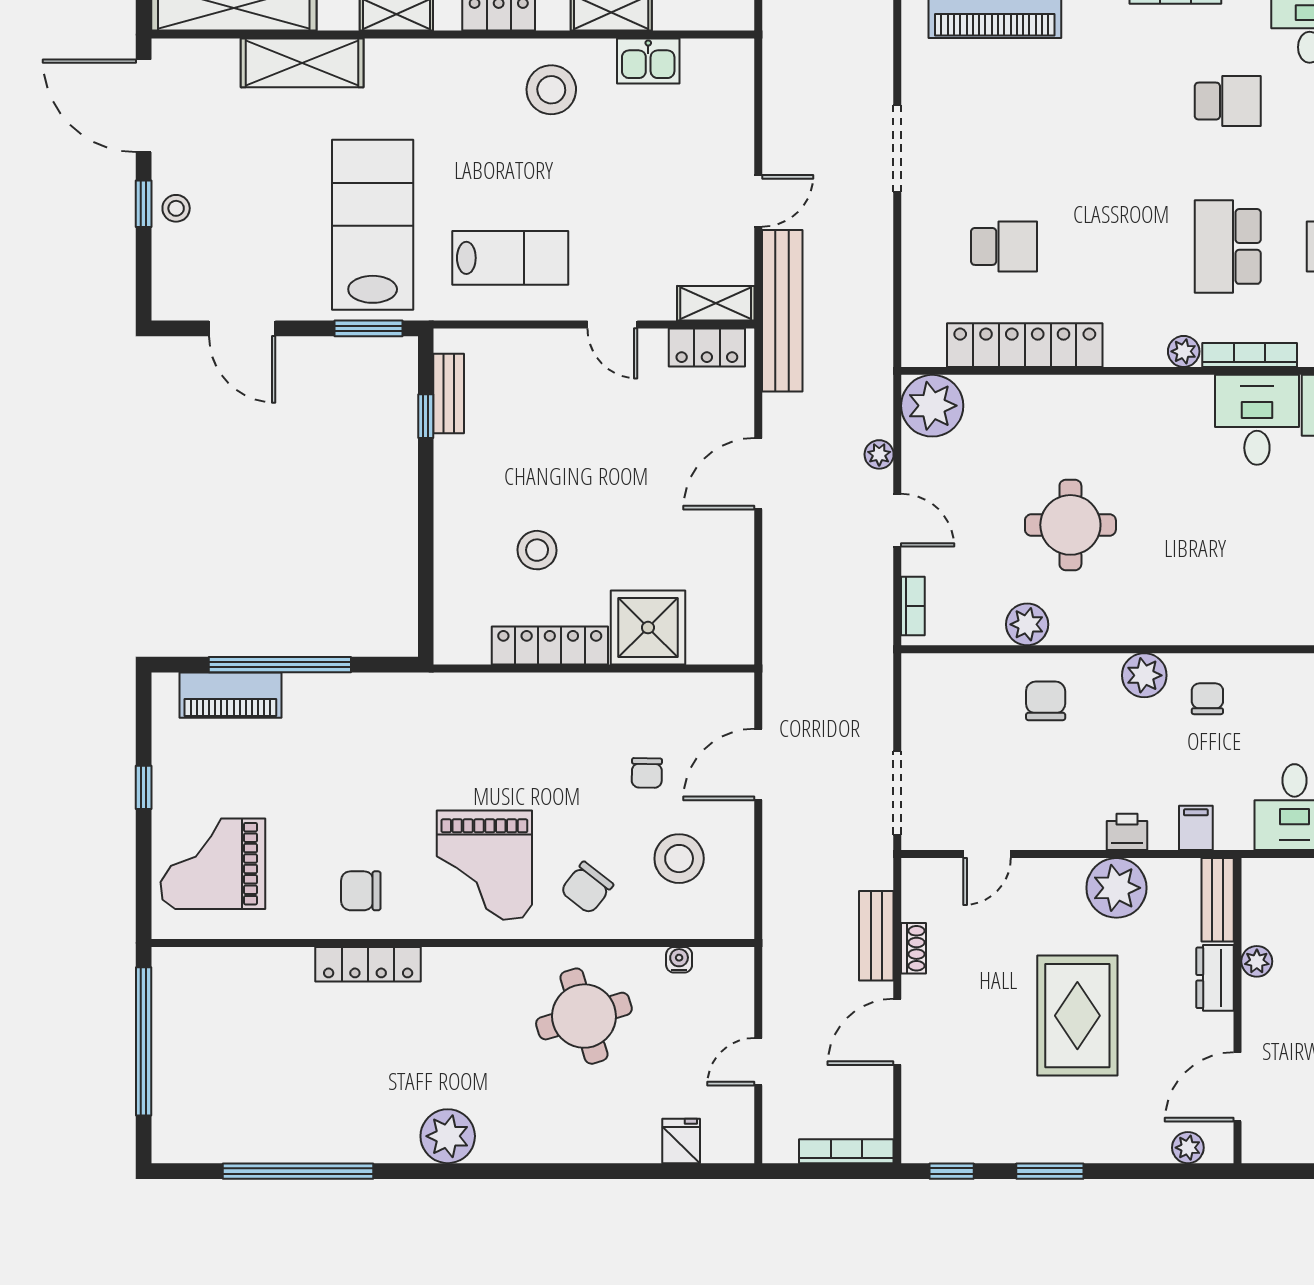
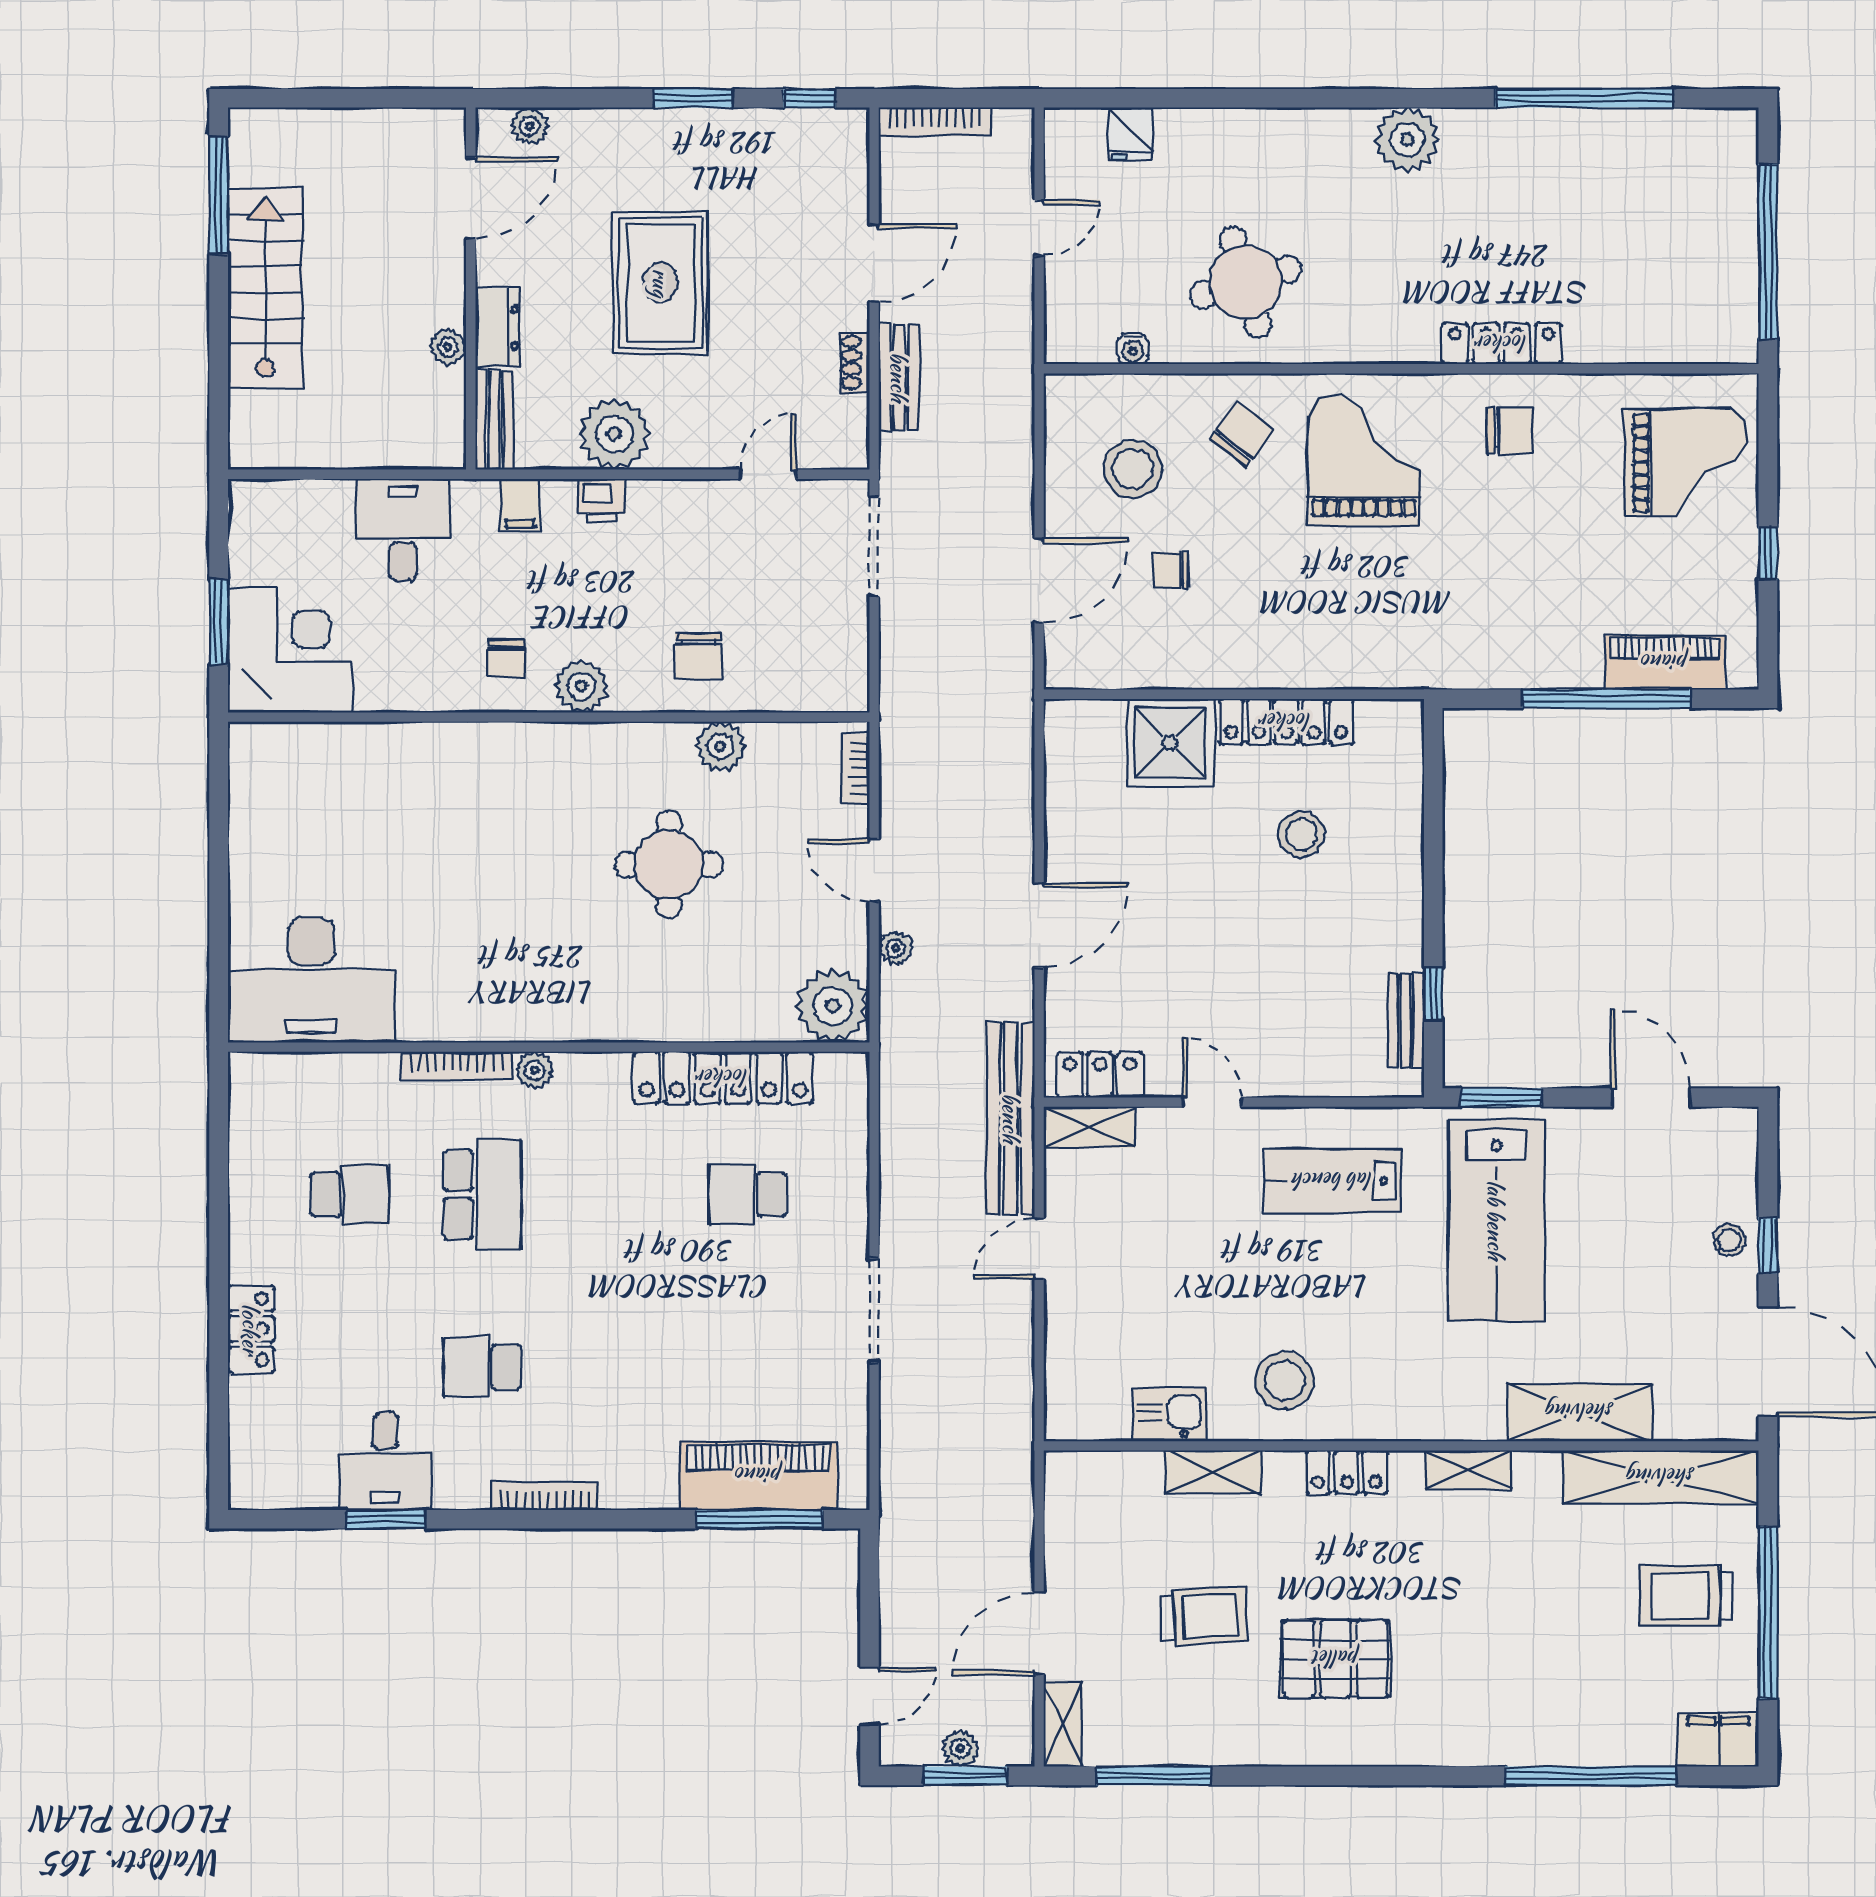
desk: (1257, 420) -> (448, 989), removed
chair: (647, 773) -> (1171, 570), turned -91

